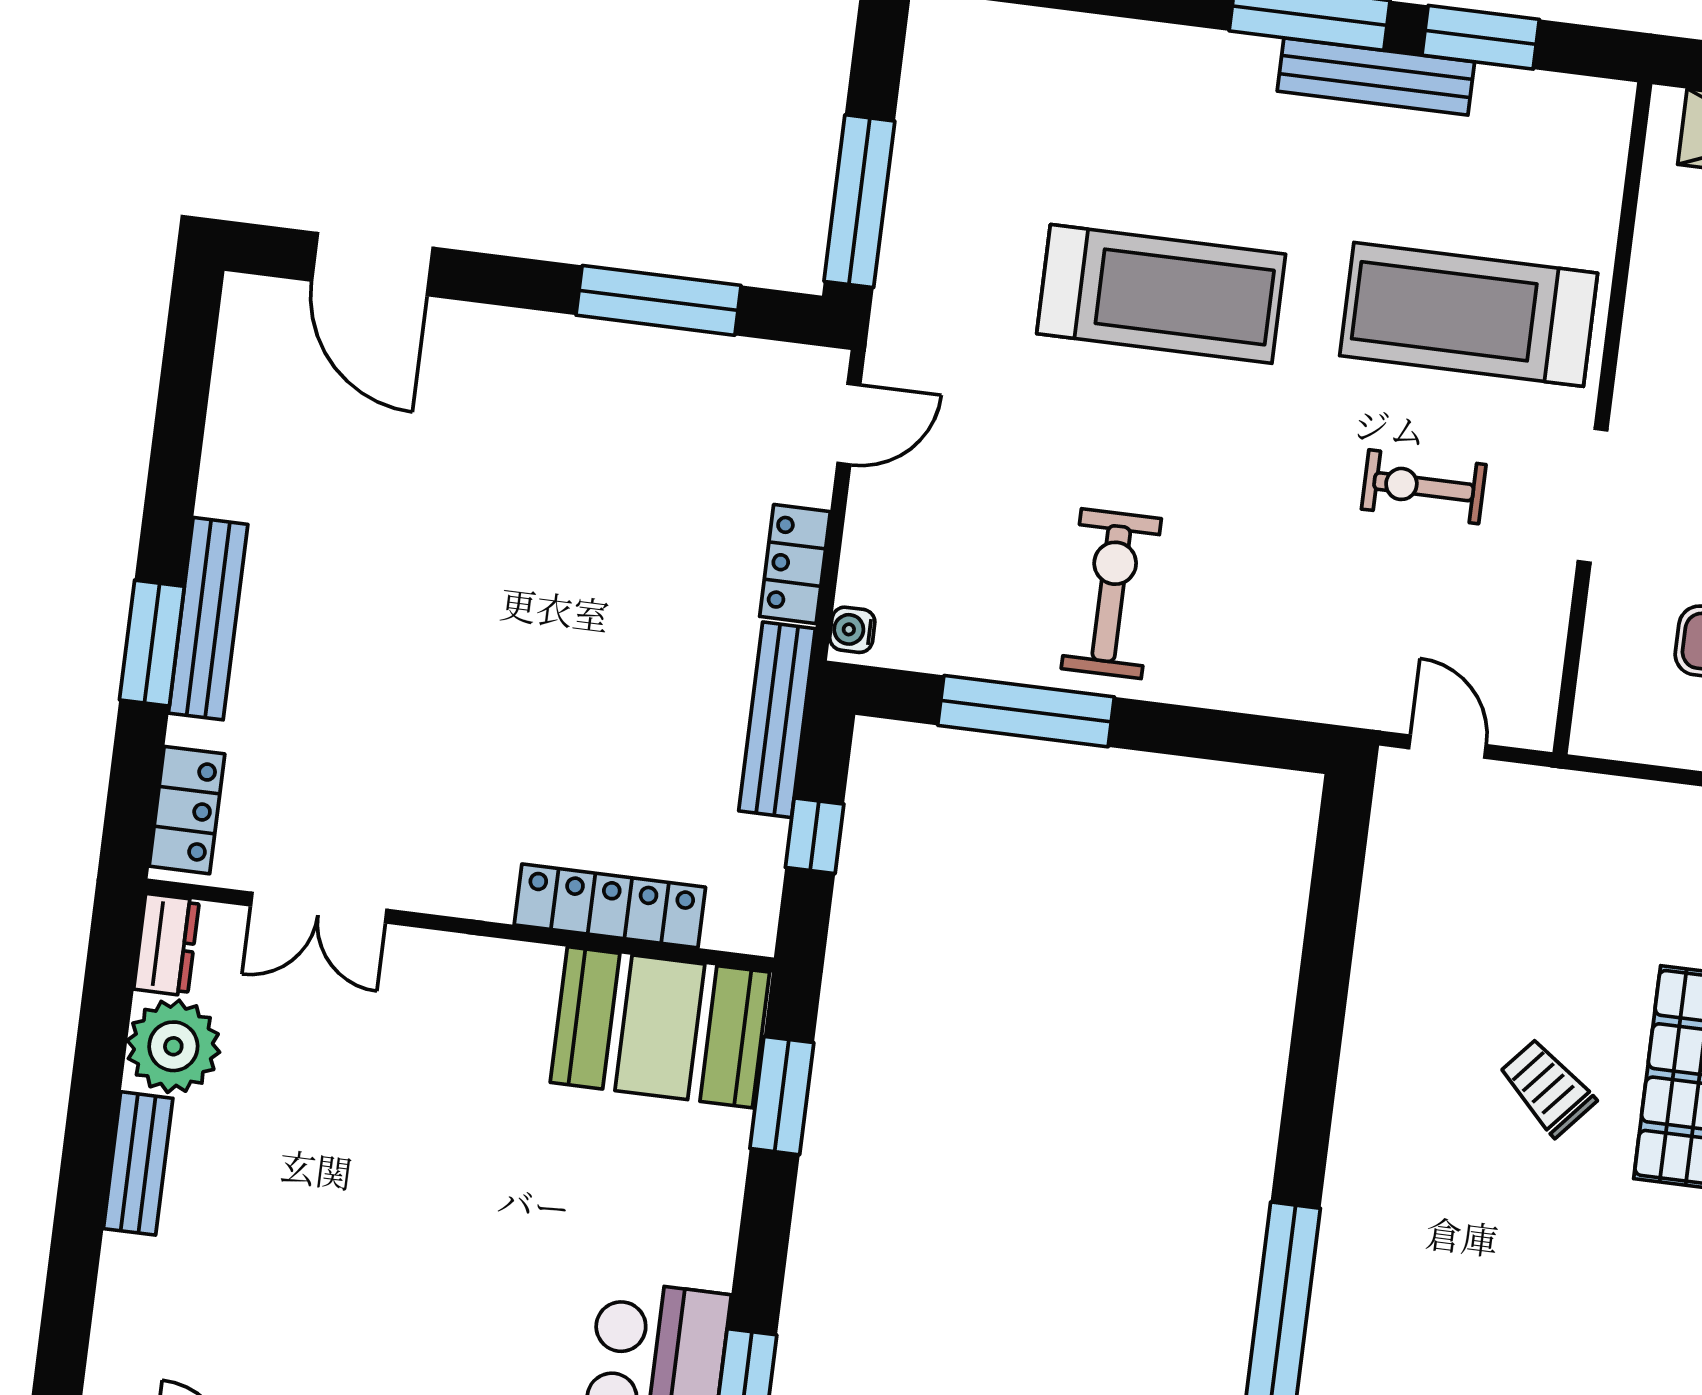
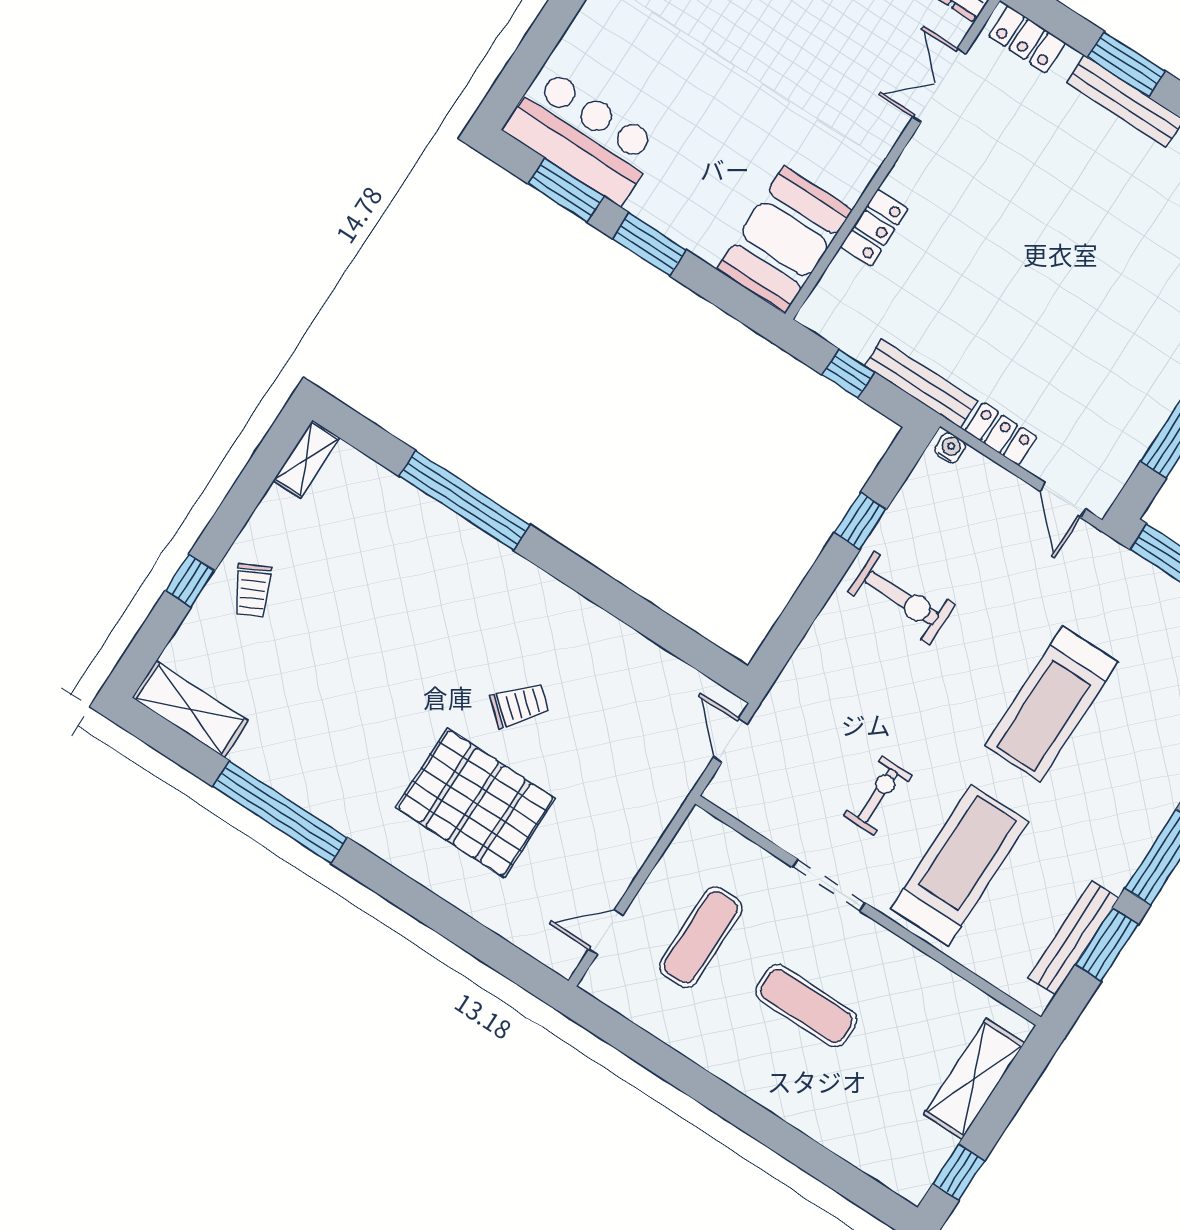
bench: (1376, 76) -> (1074, 938), moved
window: (1026, 711) -> (860, 521), width x0.46
door: (1447, 747) -> (731, 740), swing flipped
locker: (610, 906) -> (874, 228), width x0.66
window: (782, 1096) -> (649, 244), moved

